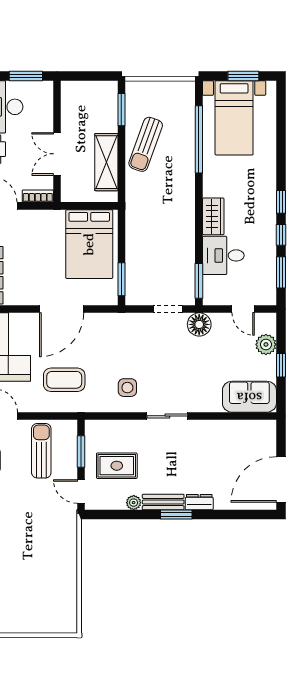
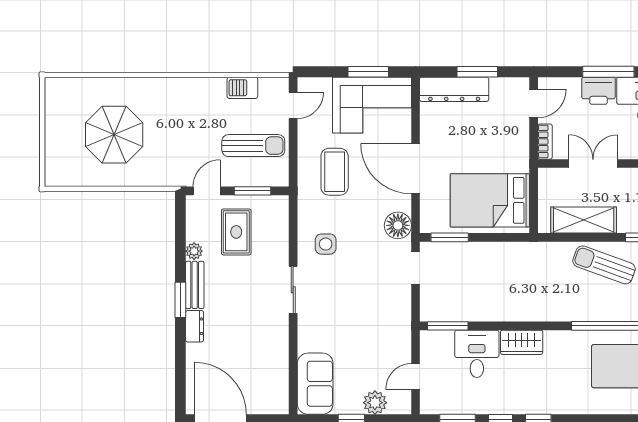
doorway: (168, 309) -> (416, 268), moved
floor lamp: (199, 324) -> (398, 225), moved
parasol: (32, 572) -> (114, 135), added

